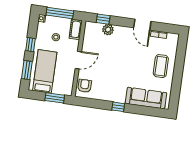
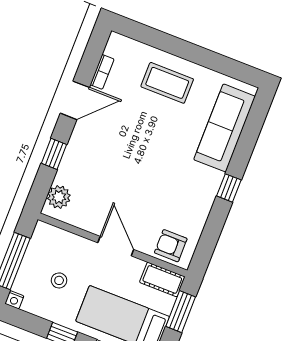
window: (103, 19) -> (54, 154), moved
cot: (76, 29) -> (162, 279), moved
plant: (108, 30) -> (59, 197), moved

